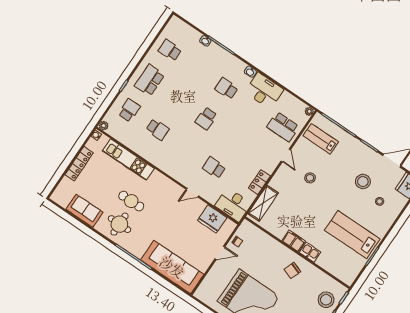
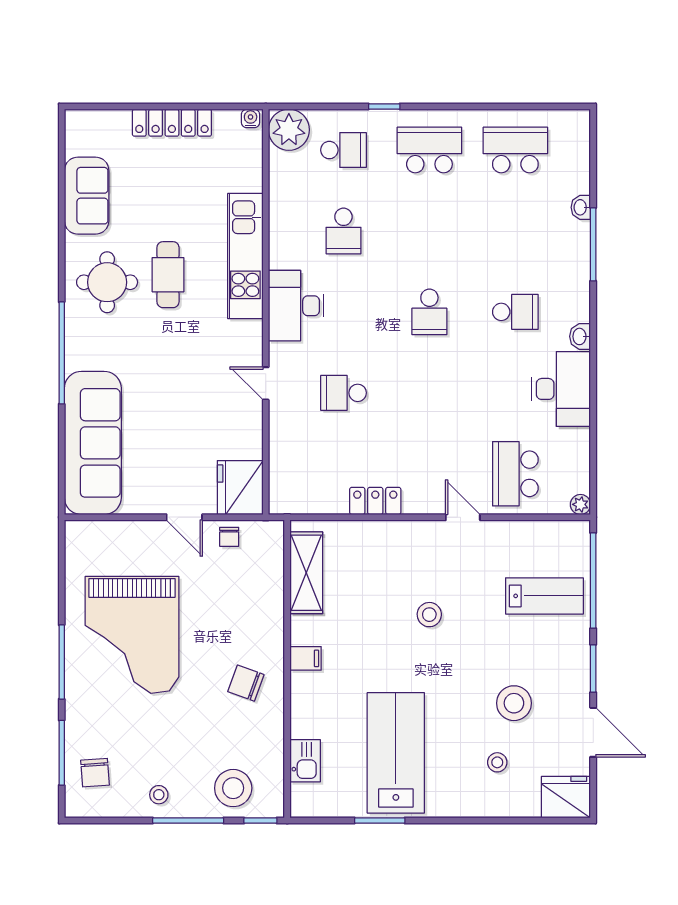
school desk: (170, 50) -> (515, 150), width x1.85
school desk: (226, 88) -> (515, 312), turned 90
school desk: (206, 118) -> (429, 312), turned -90
plant: (104, 126) -> (289, 130), width x1.87, depth x1.87
lab bench: (321, 139) -> (544, 596), moved, turned 90
door: (286, 155) -> (463, 517), swing flipped
kitchen unit: (128, 160) -> (245, 256), moved
school desk: (214, 168) -> (343, 393), turned -90
stool: (310, 178) -> (429, 615), moved
shelving: (263, 203) -> (306, 573), moved, turned 90
desk: (233, 205) -> (296, 306), moved
fridge: (212, 219) -> (240, 488), moved
filing cabinet: (294, 241) -> (306, 658), width x0.50
kitchen sink: (310, 252) -> (305, 761), moved

